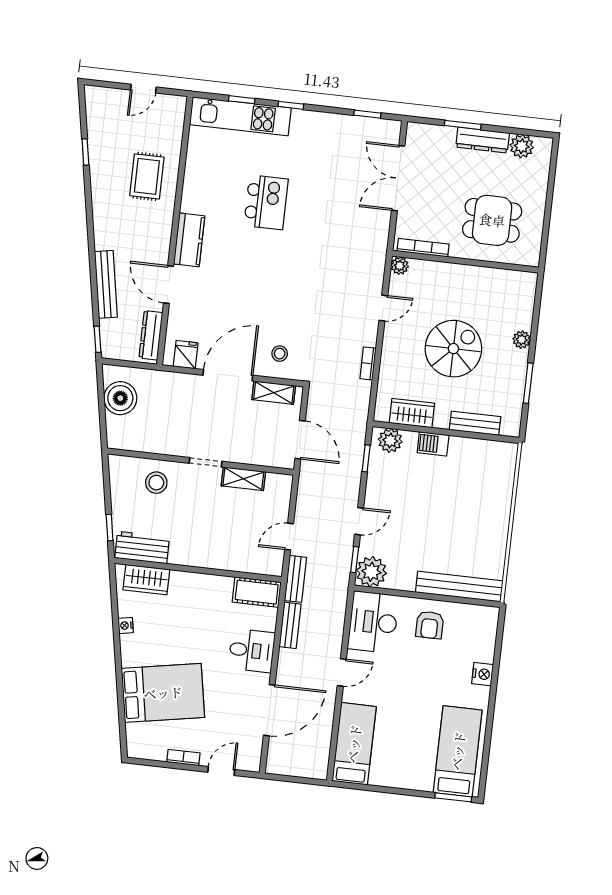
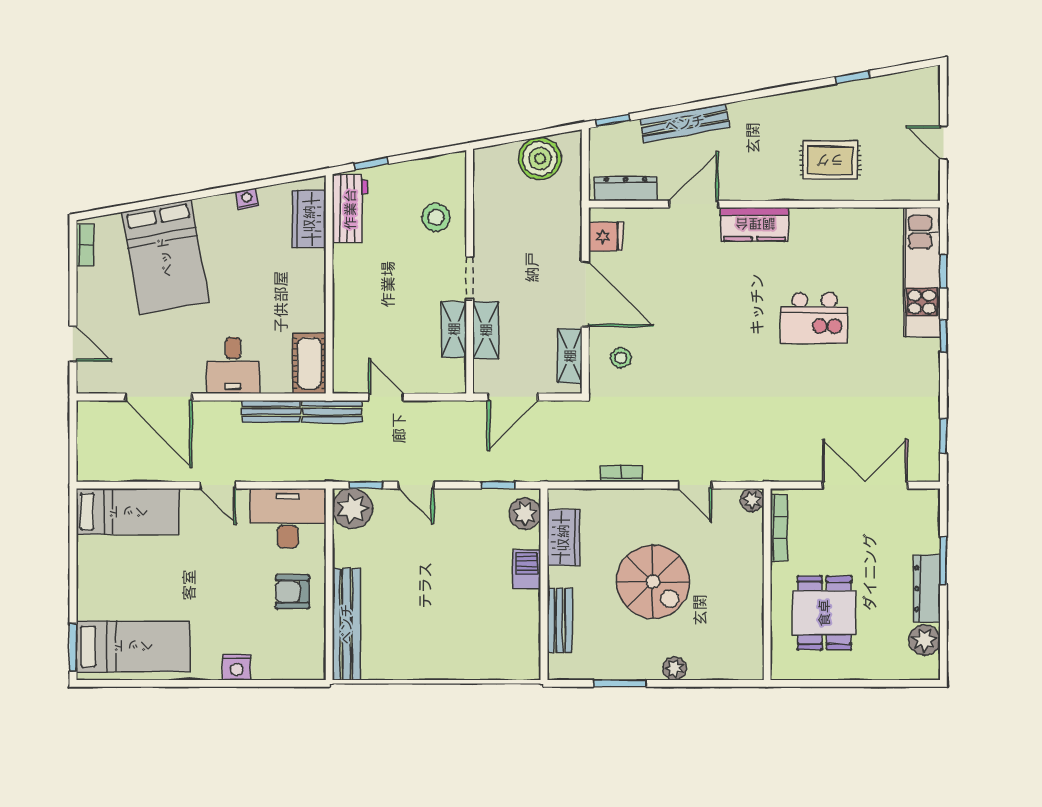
shelving: (247, 454) -> (486, 330), added
bookcase: (183, 758) -> (85, 245), moved

